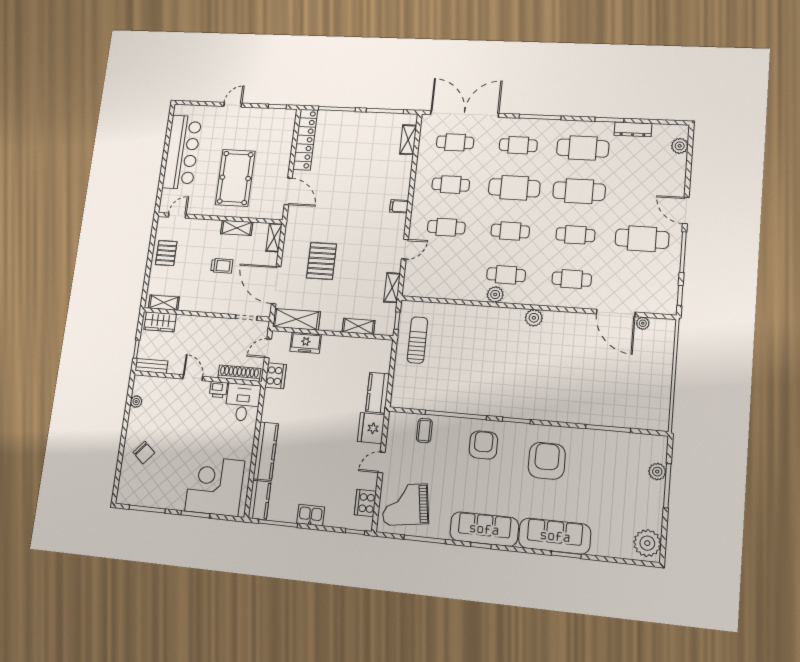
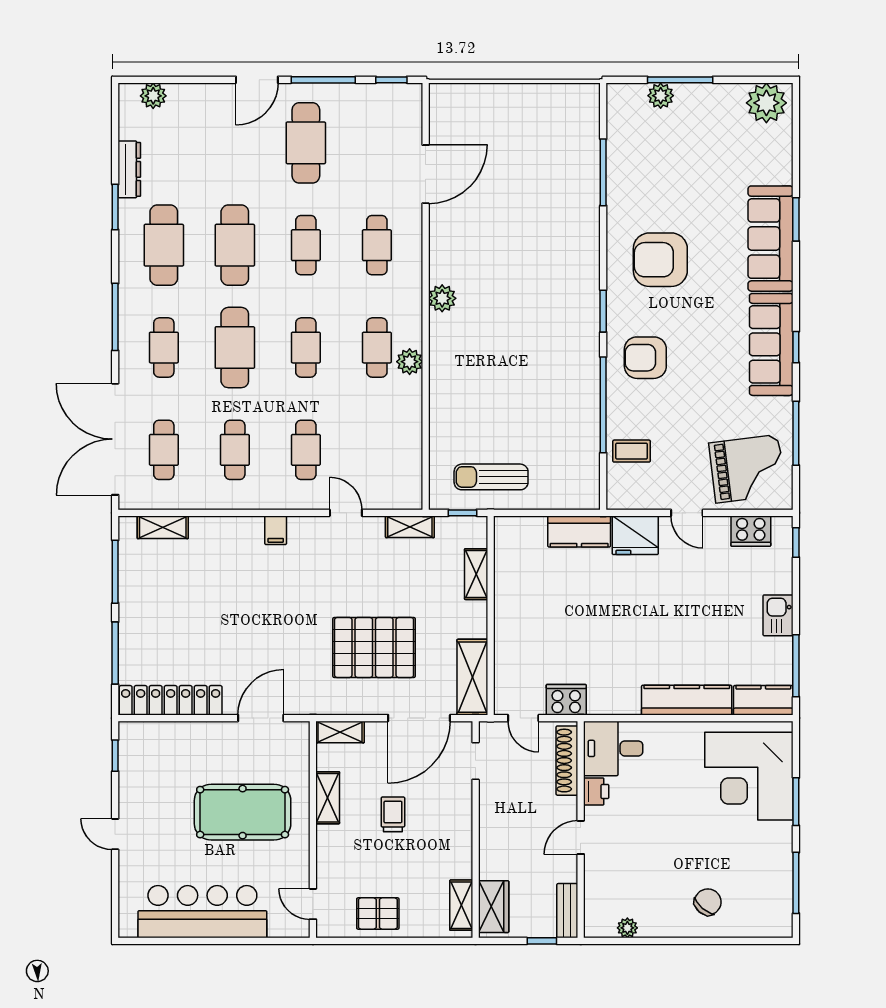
pallet: (321, 261) -> (374, 647), width x1.37, depth x1.41
plant: (643, 323) -> (438, 132), removed
freezer: (306, 343) -> (509, 657), removed
grand piano: (405, 505) -> (747, 469), turned -89

